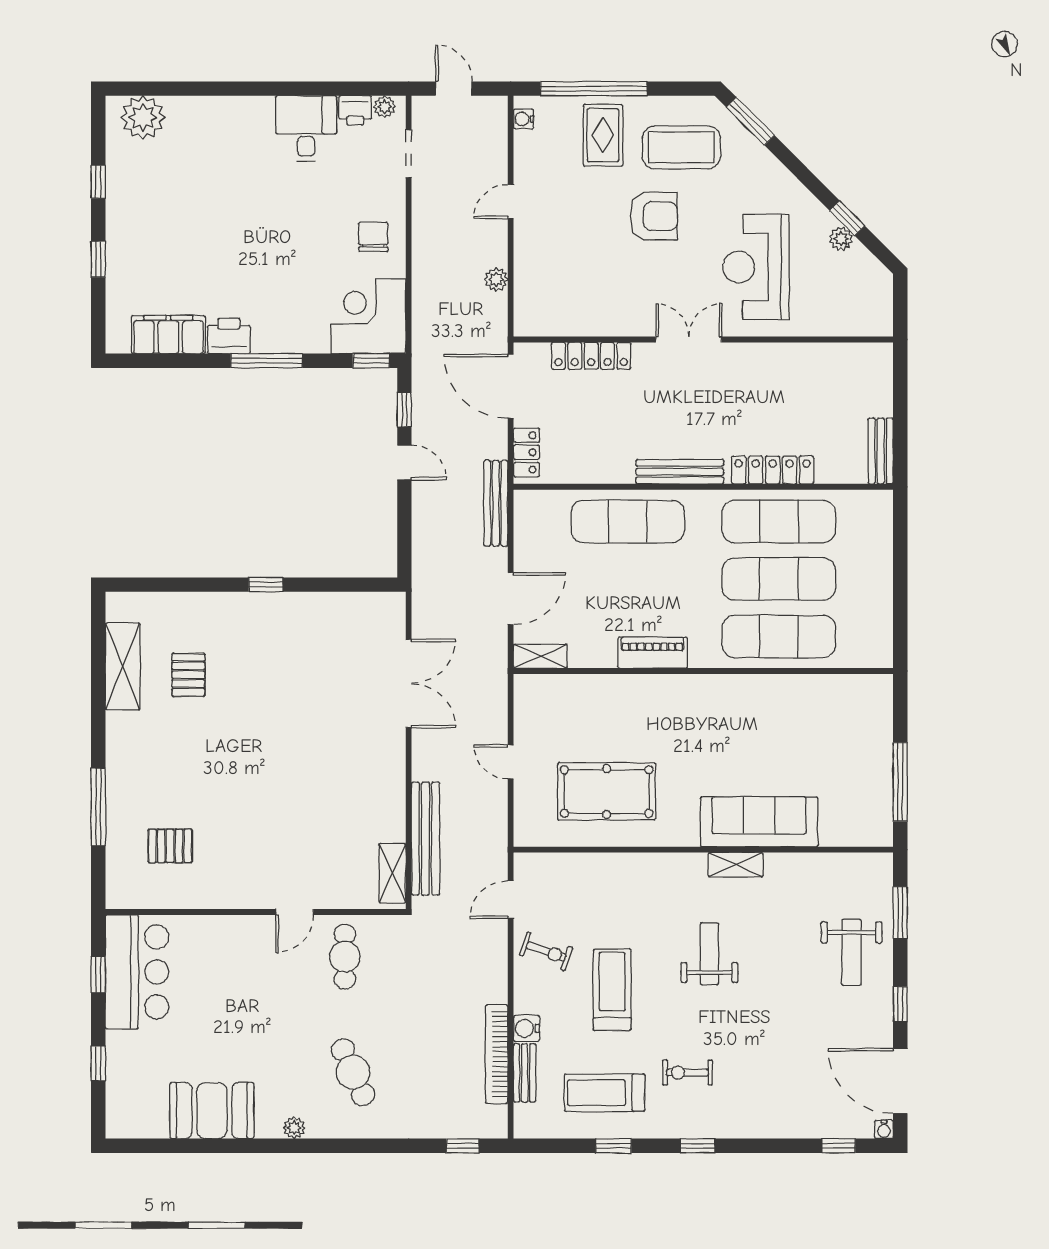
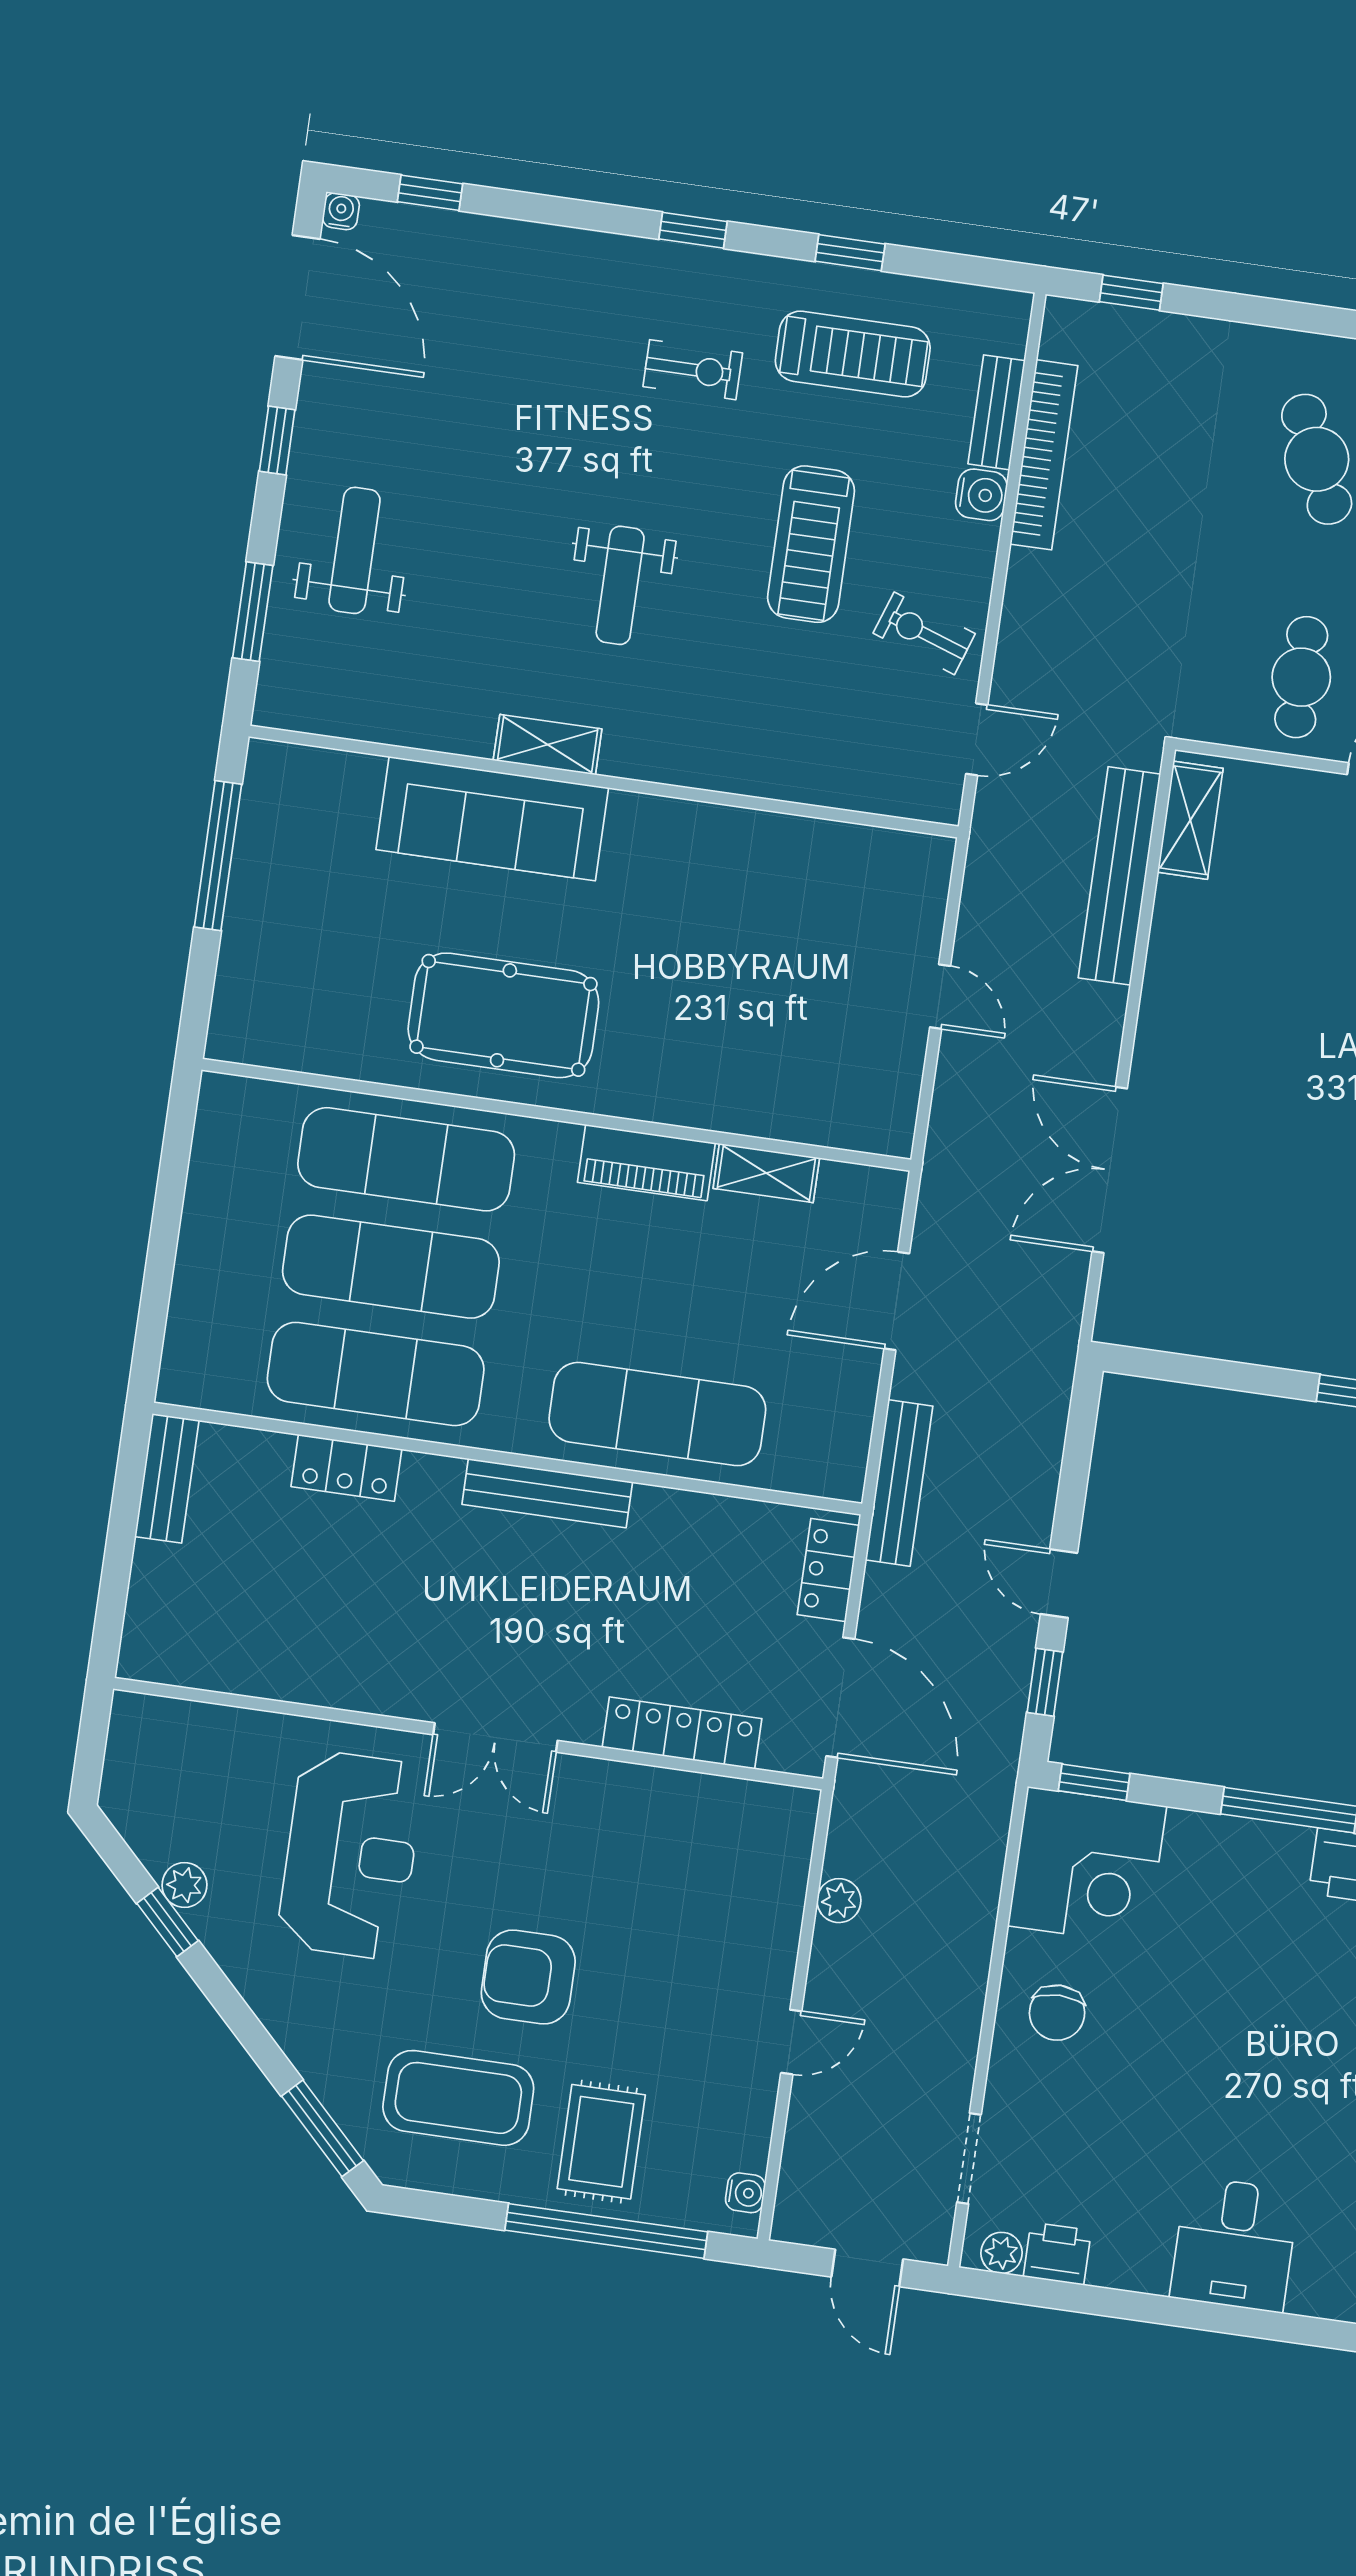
desk: (306, 129) -> (1234, 2244), moved
locker: (773, 470) -> (346, 1468), width x0.66
shelving: (540, 656) -> (766, 1173), moved
pool table: (607, 792) -> (503, 1015), moved

